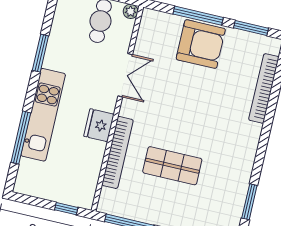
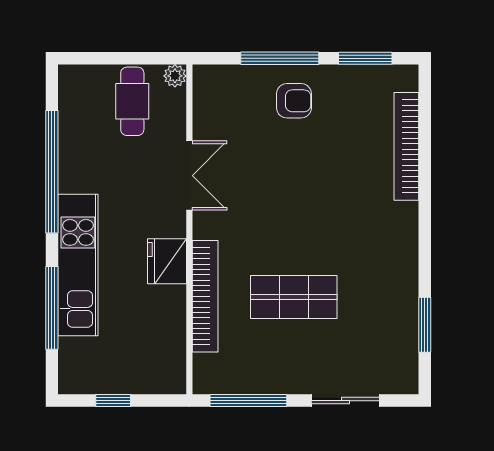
armchair: (201, 44) -> (294, 101), width x0.53, depth x0.53
window: (40, 53) -> (52, 172), width x2.11
window: (66, 209) -> (113, 401), moved

